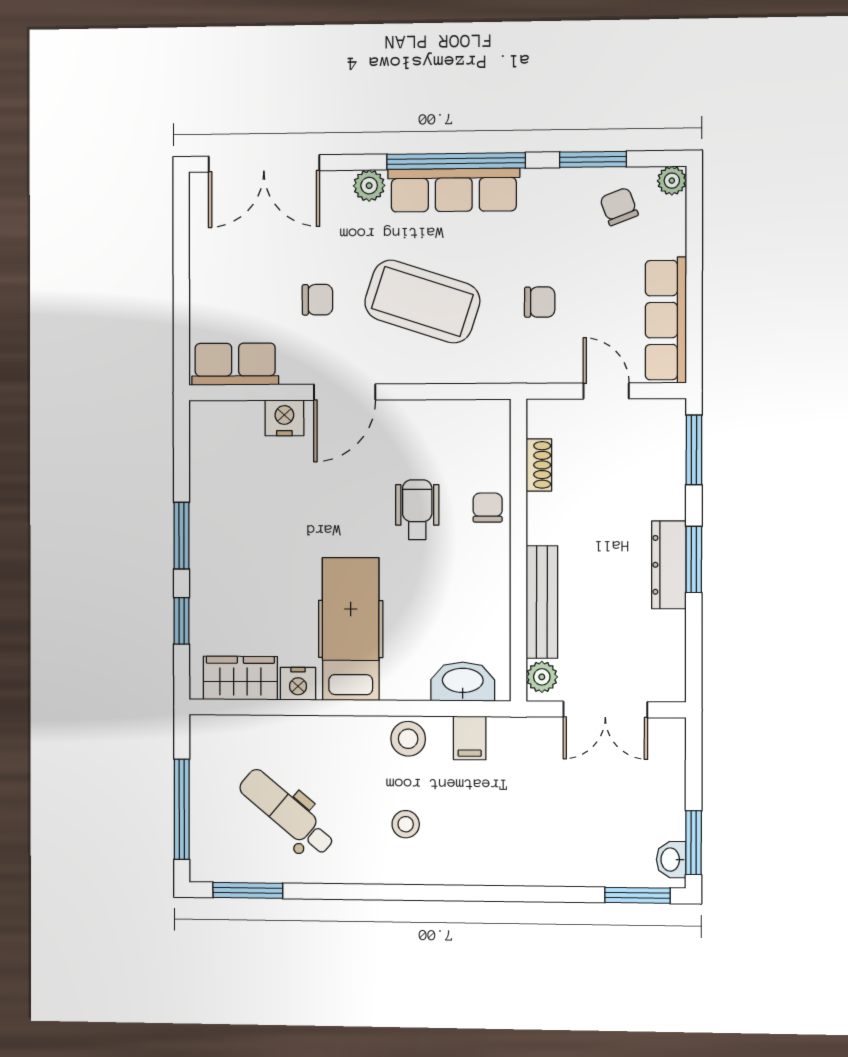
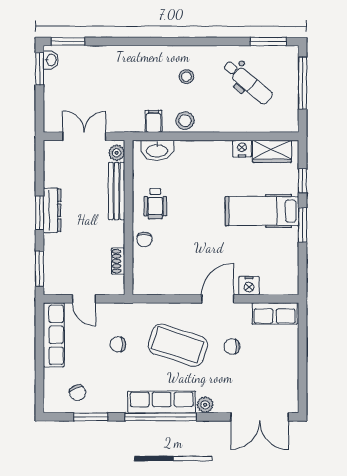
double door: (264, 163) -> (260, 417), swing flipped
plant: (672, 181) -> (51, 406), removed
wheelchair: (417, 510) -> (155, 204), moved
hospital bed: (351, 629) -> (262, 211), moved, turned 90

